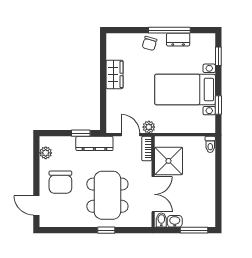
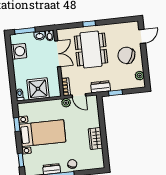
dresser: (94, 143) -> (100, 87), width x0.70
shower: (168, 161) -> (38, 89), moved
chair: (60, 182) -> (126, 55), turned -64
double door: (153, 194) -> (58, 54), swing flipped
washing machine: (205, 203) -> (19, 51), added
door: (36, 205) -> (142, 36), hinge flipped

